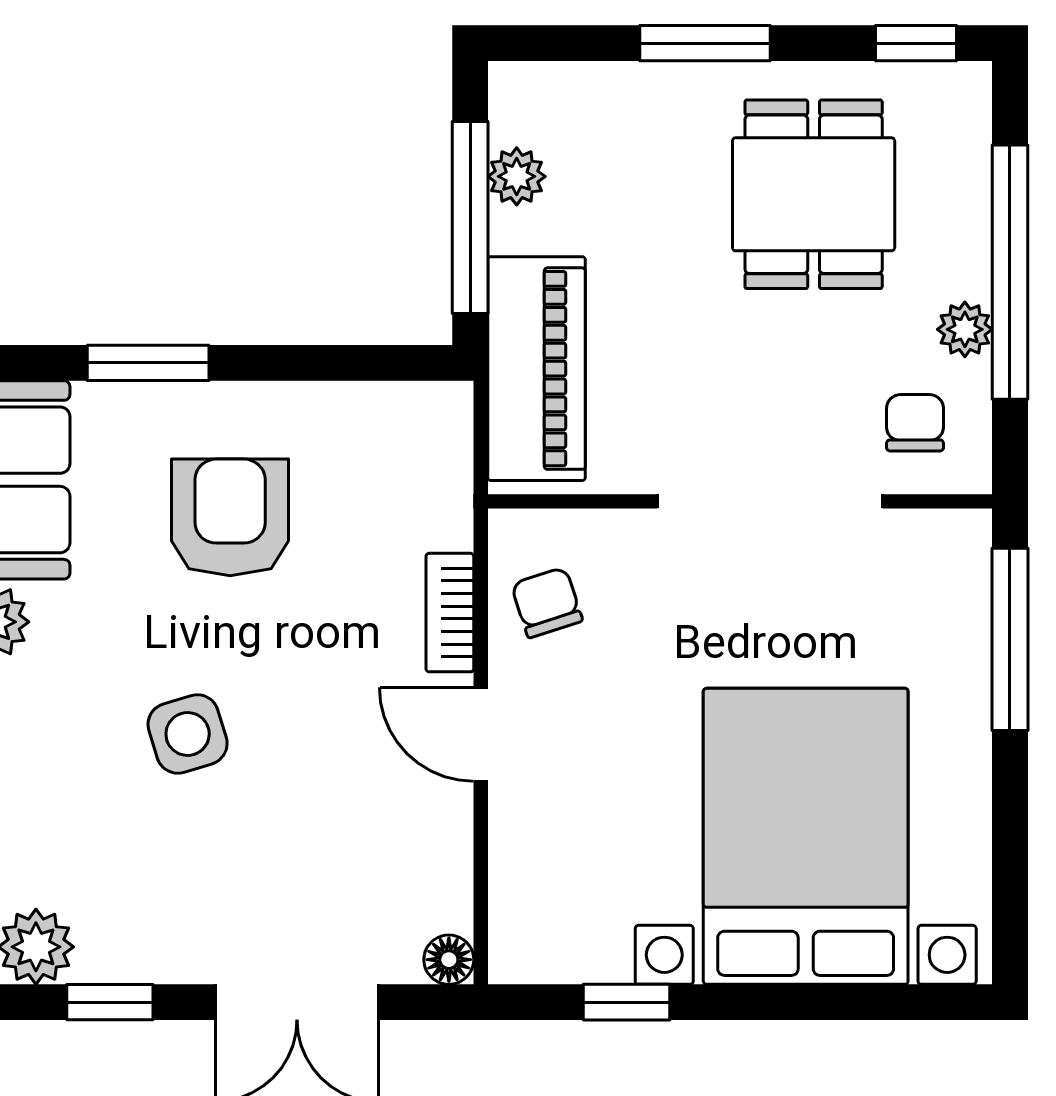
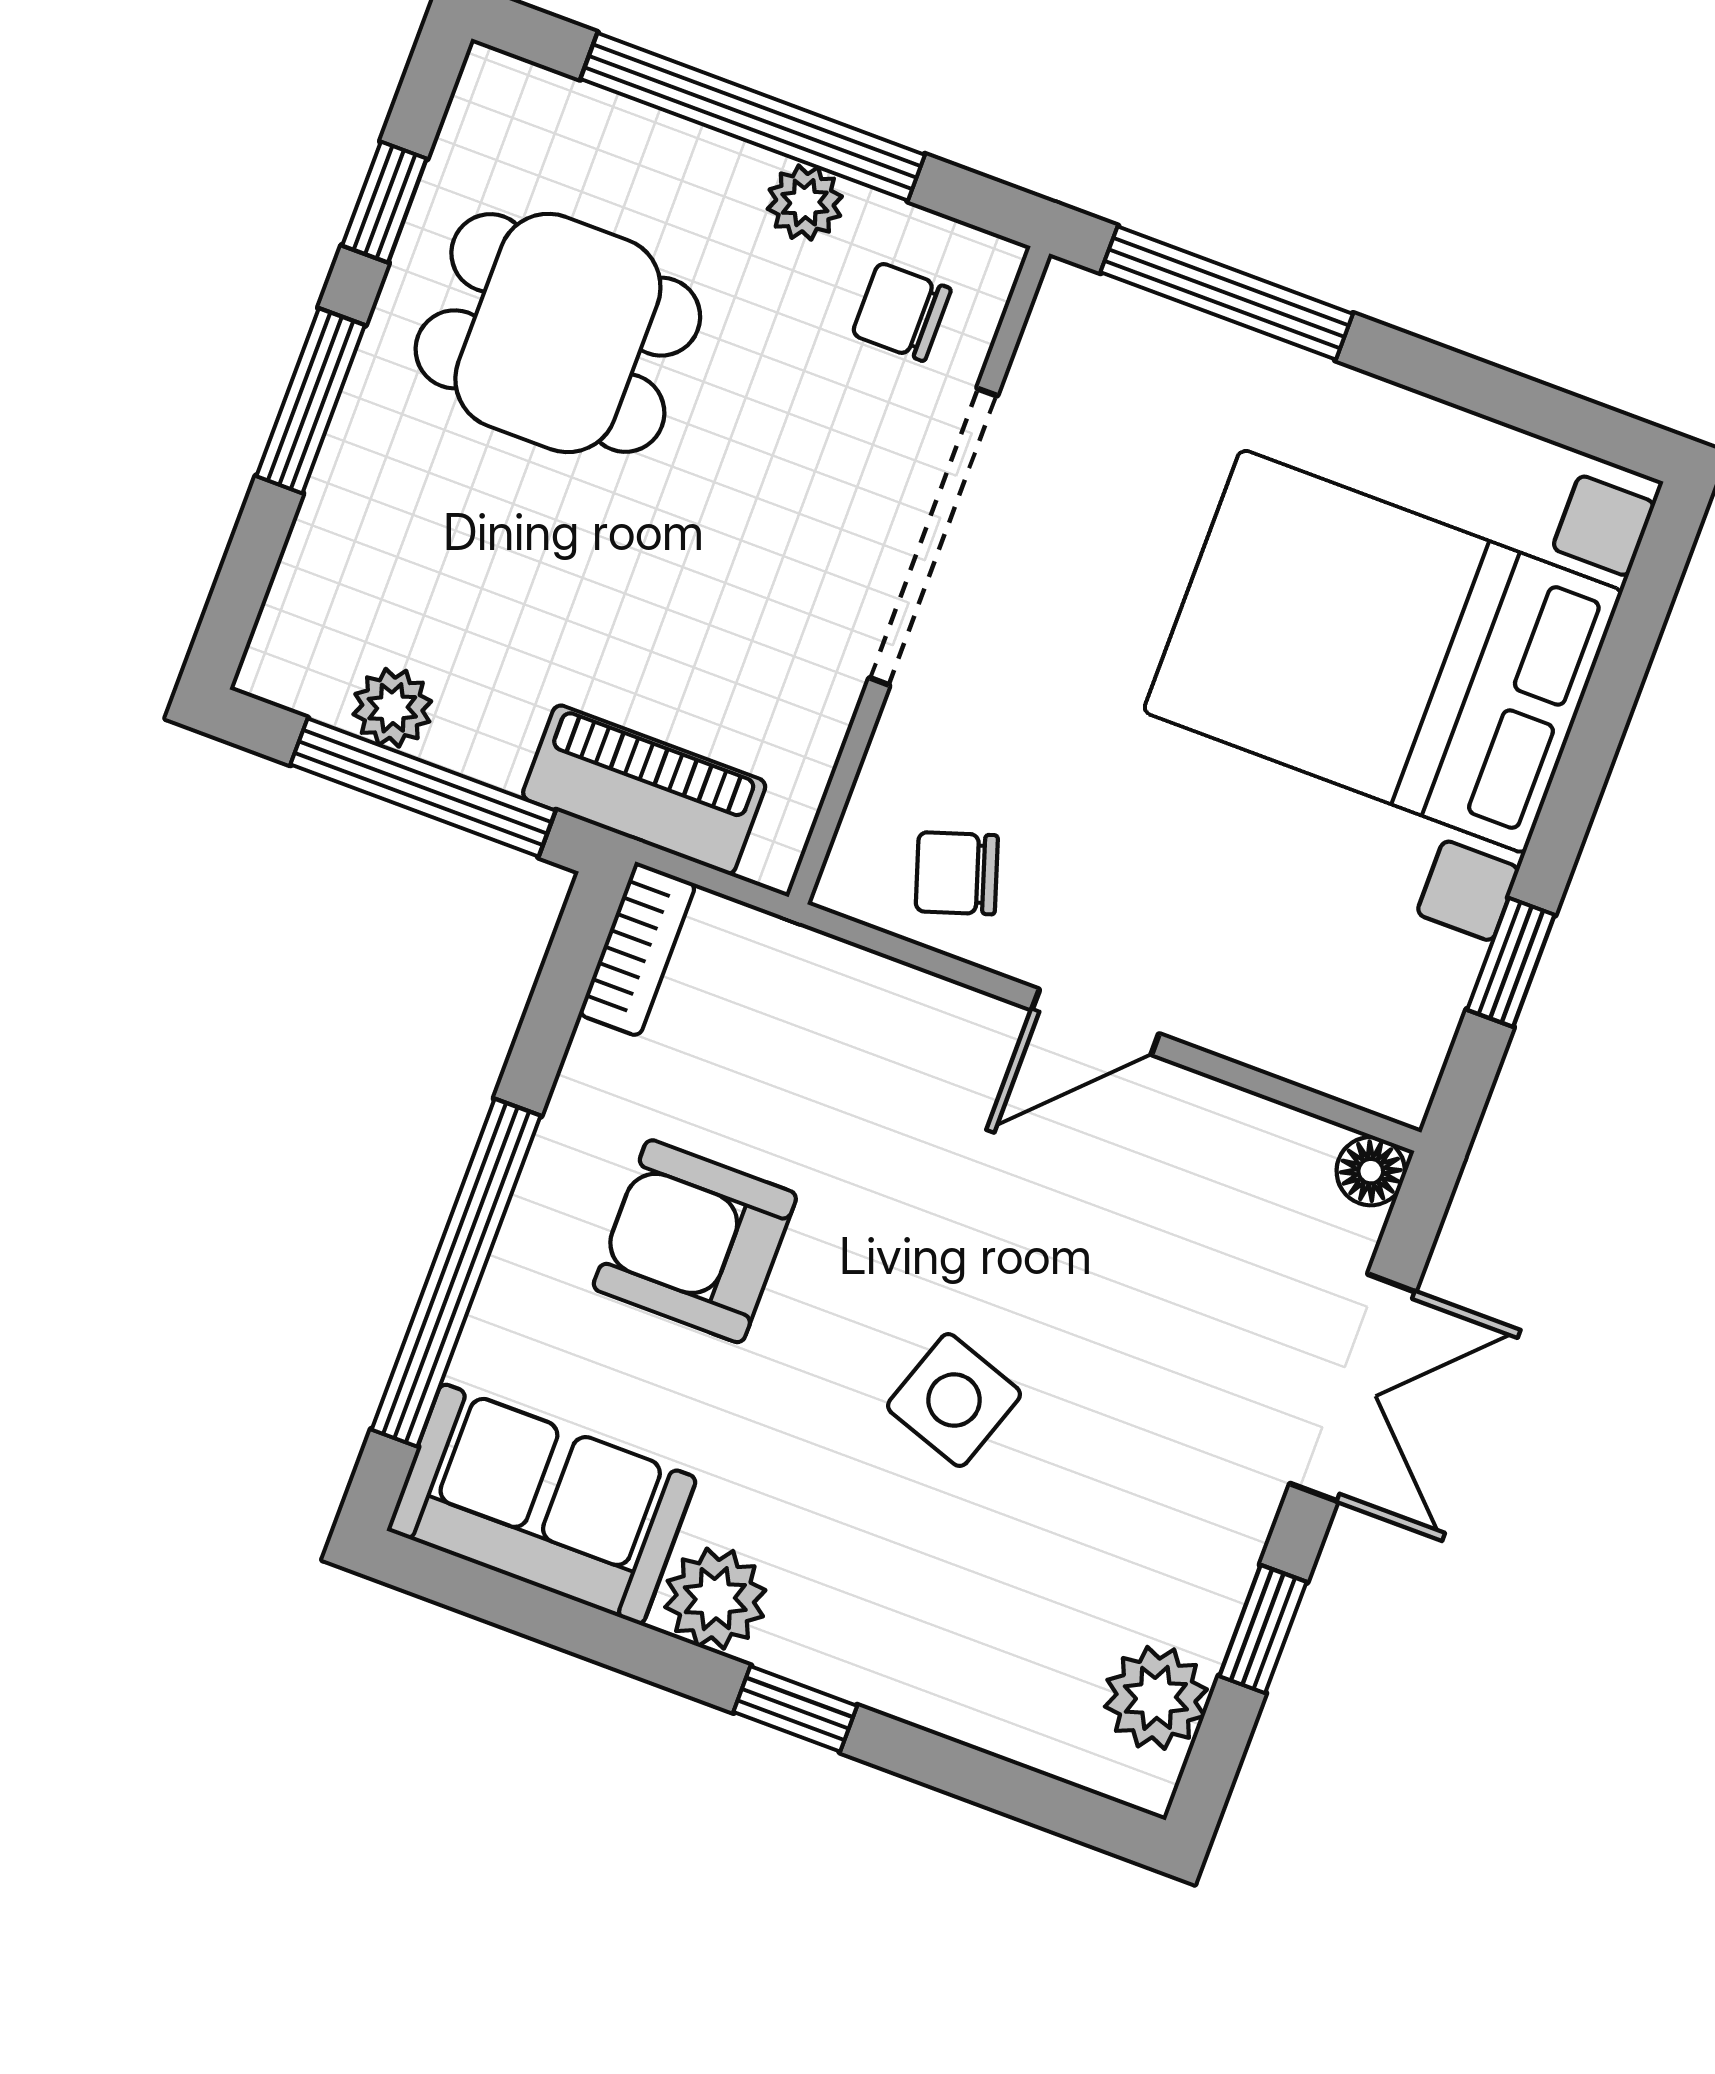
window: (916, 43) -> (384, 202), moved
window: (148, 363) -> (456, 1273), width x2.11
piano: (537, 369) -> (644, 790), width x0.73, depth x0.75
bookcase: (450, 613) -> (637, 949), moved, turned -90
side table: (188, 734) -> (954, 1400), turned 36

